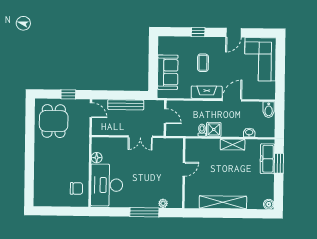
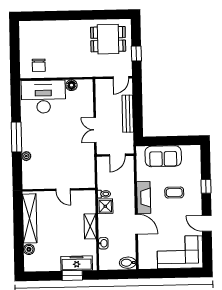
door: (184, 169) -> (63, 190), moved
wall: (184, 173) -> (59, 190), moved
boiler: (269, 204) -> (29, 249), moved

